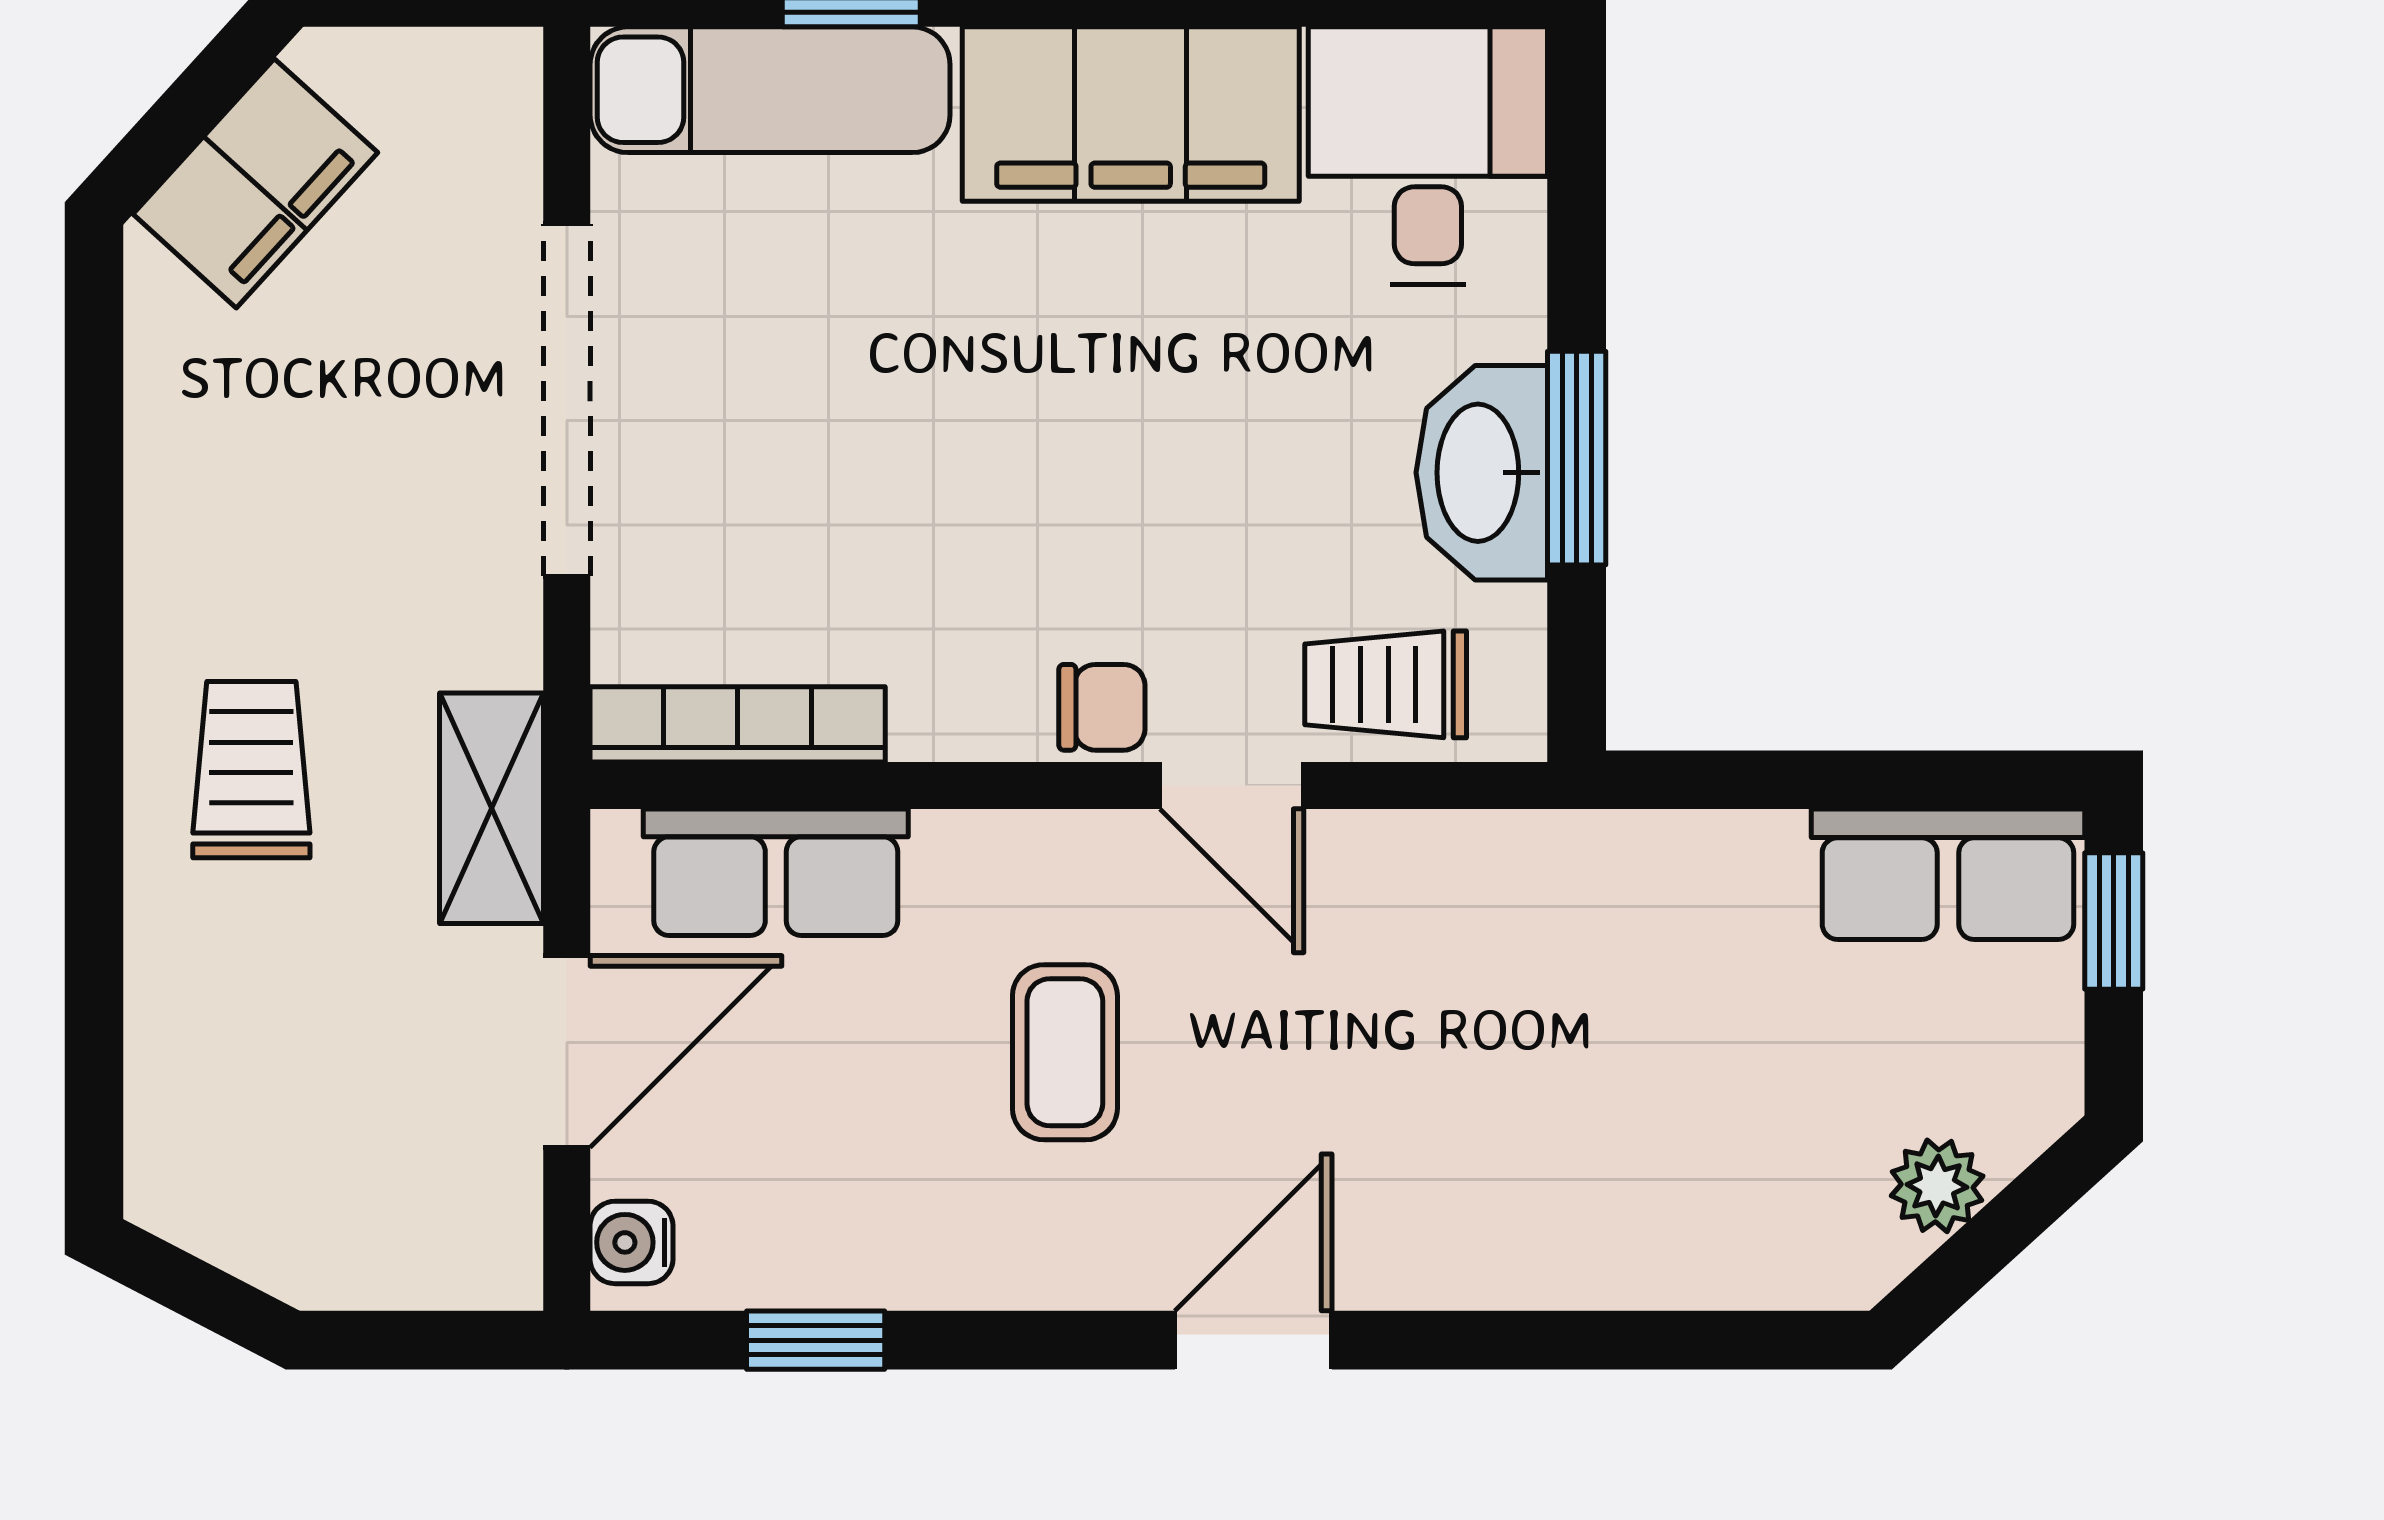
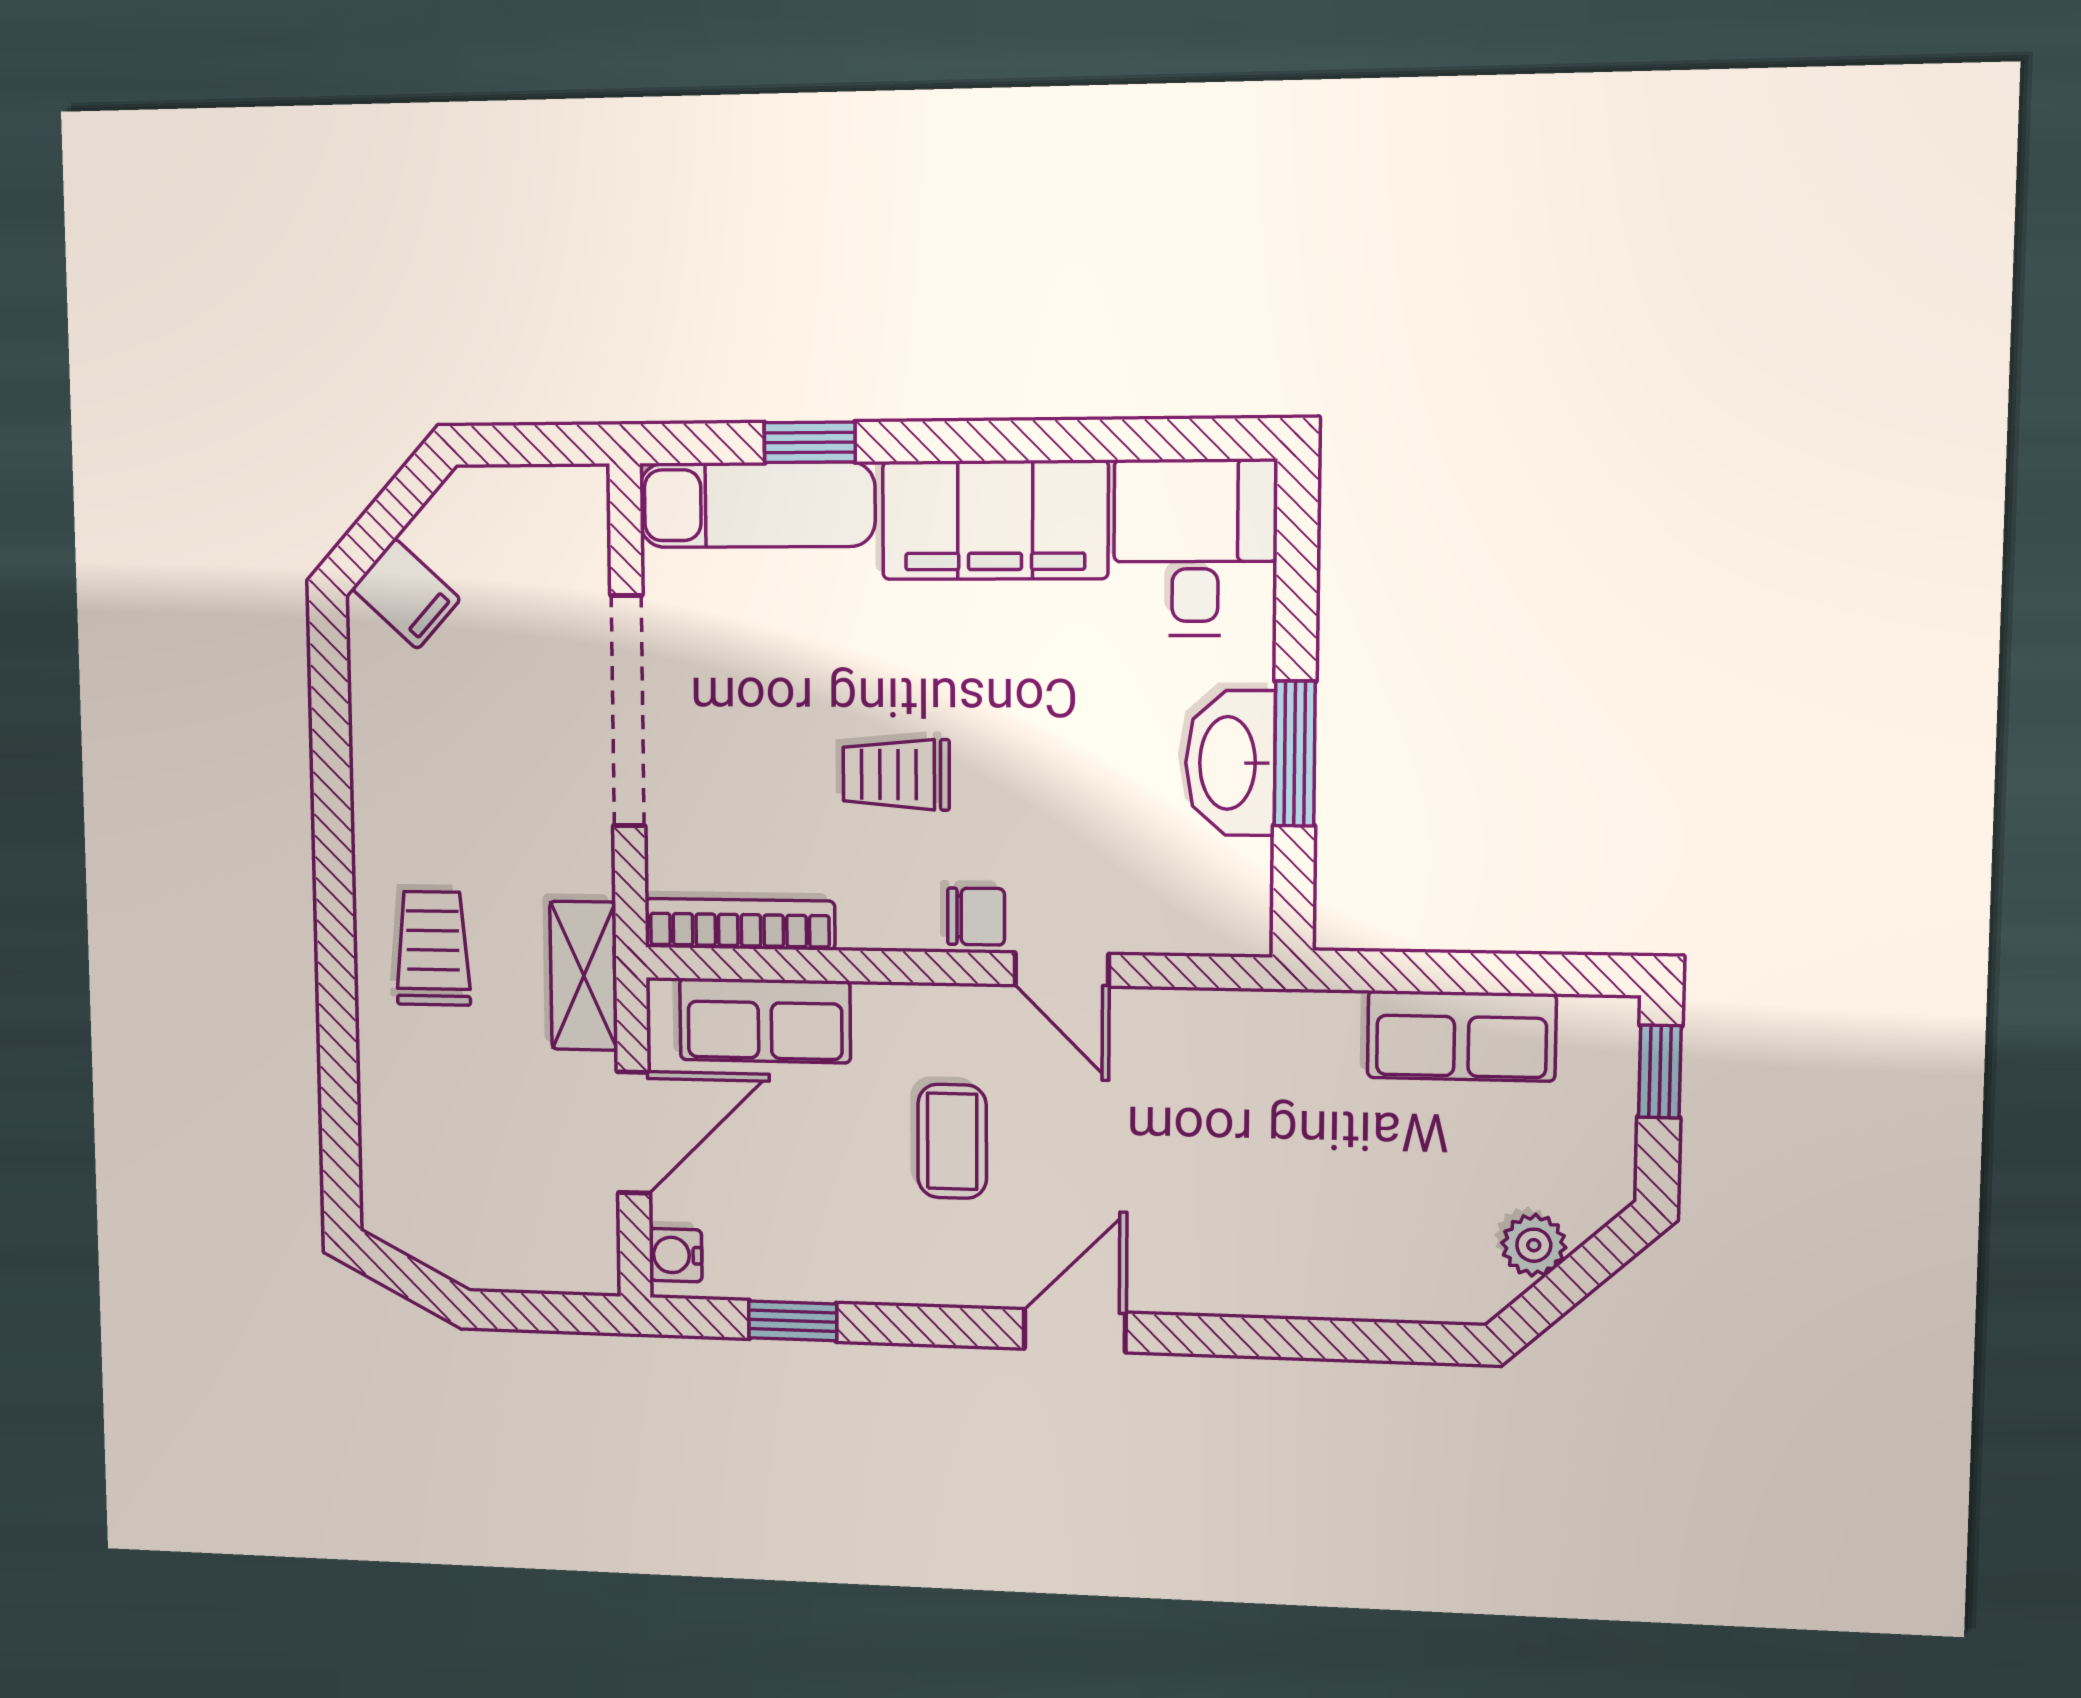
filing cabinet: (255, 183) -> (406, 594), width x0.50
trolley: (1386, 684) -> (896, 775), moved
row of seats: (1948, 874) -> (1461, 1036), moved

